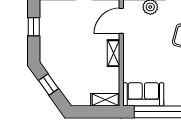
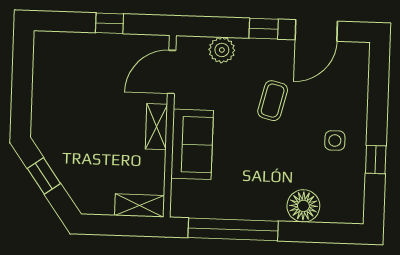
window: (34, 27) -> (22, 77), removed
sofa: (143, 94) -> (192, 144), moved, turned 90

